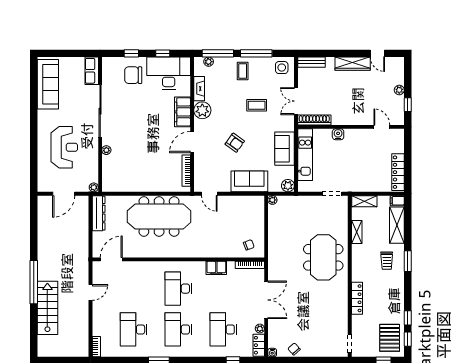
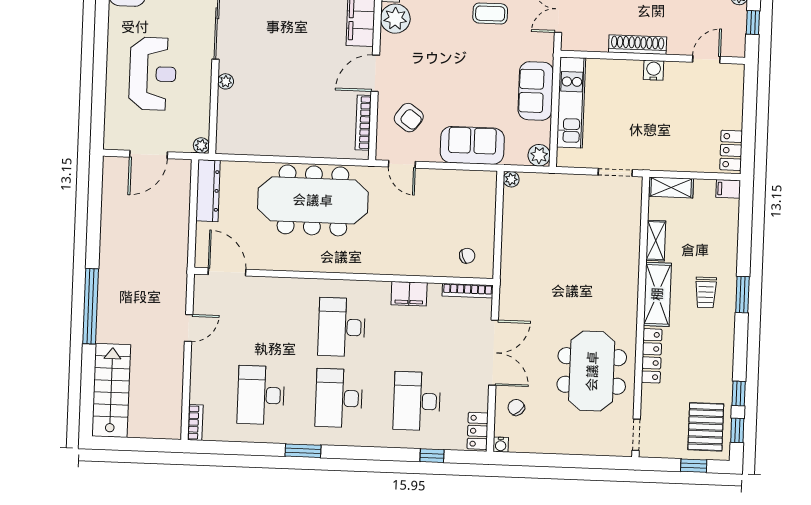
shoe rack: (314, 120) -> (638, 45), moved
door: (382, 127) -> (706, 59), hinge flipped
water cooler: (338, 134) -> (654, 70), moved
armchair: (235, 143) -> (409, 118), moved
locker: (398, 172) -> (731, 150), width x0.66
shelving: (397, 225) -> (657, 294), moved
meeting table: (323, 257) -> (592, 371), moved
door: (111, 259) -> (227, 272), hinge flipped
stairs: (47, 308) -> (111, 390), moved
plant: (260, 329) -> (481, 402), removed
chair: (294, 349) -> (516, 407), moved

